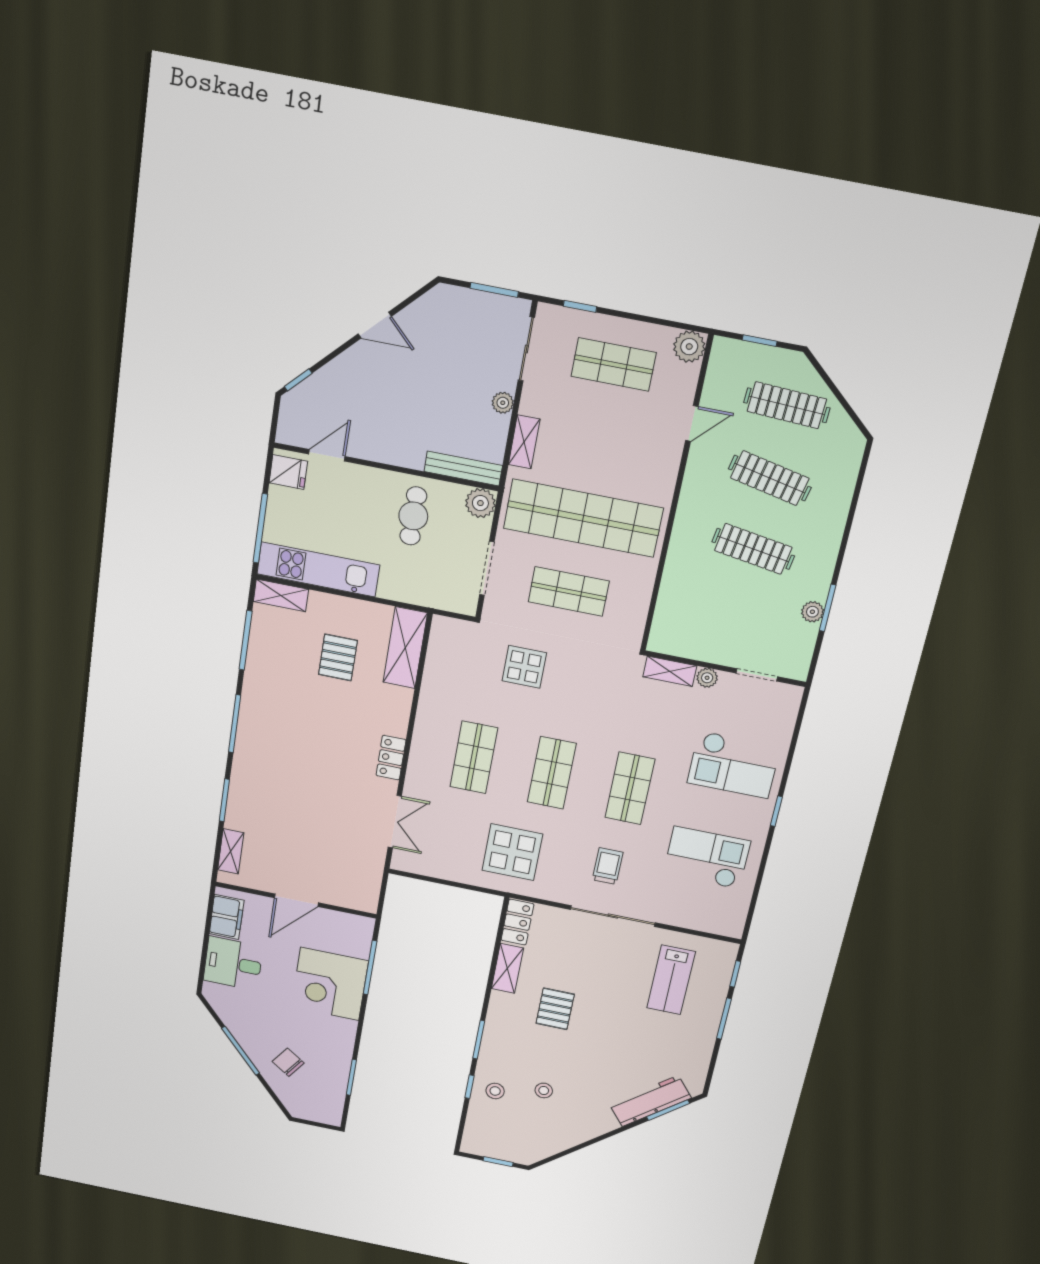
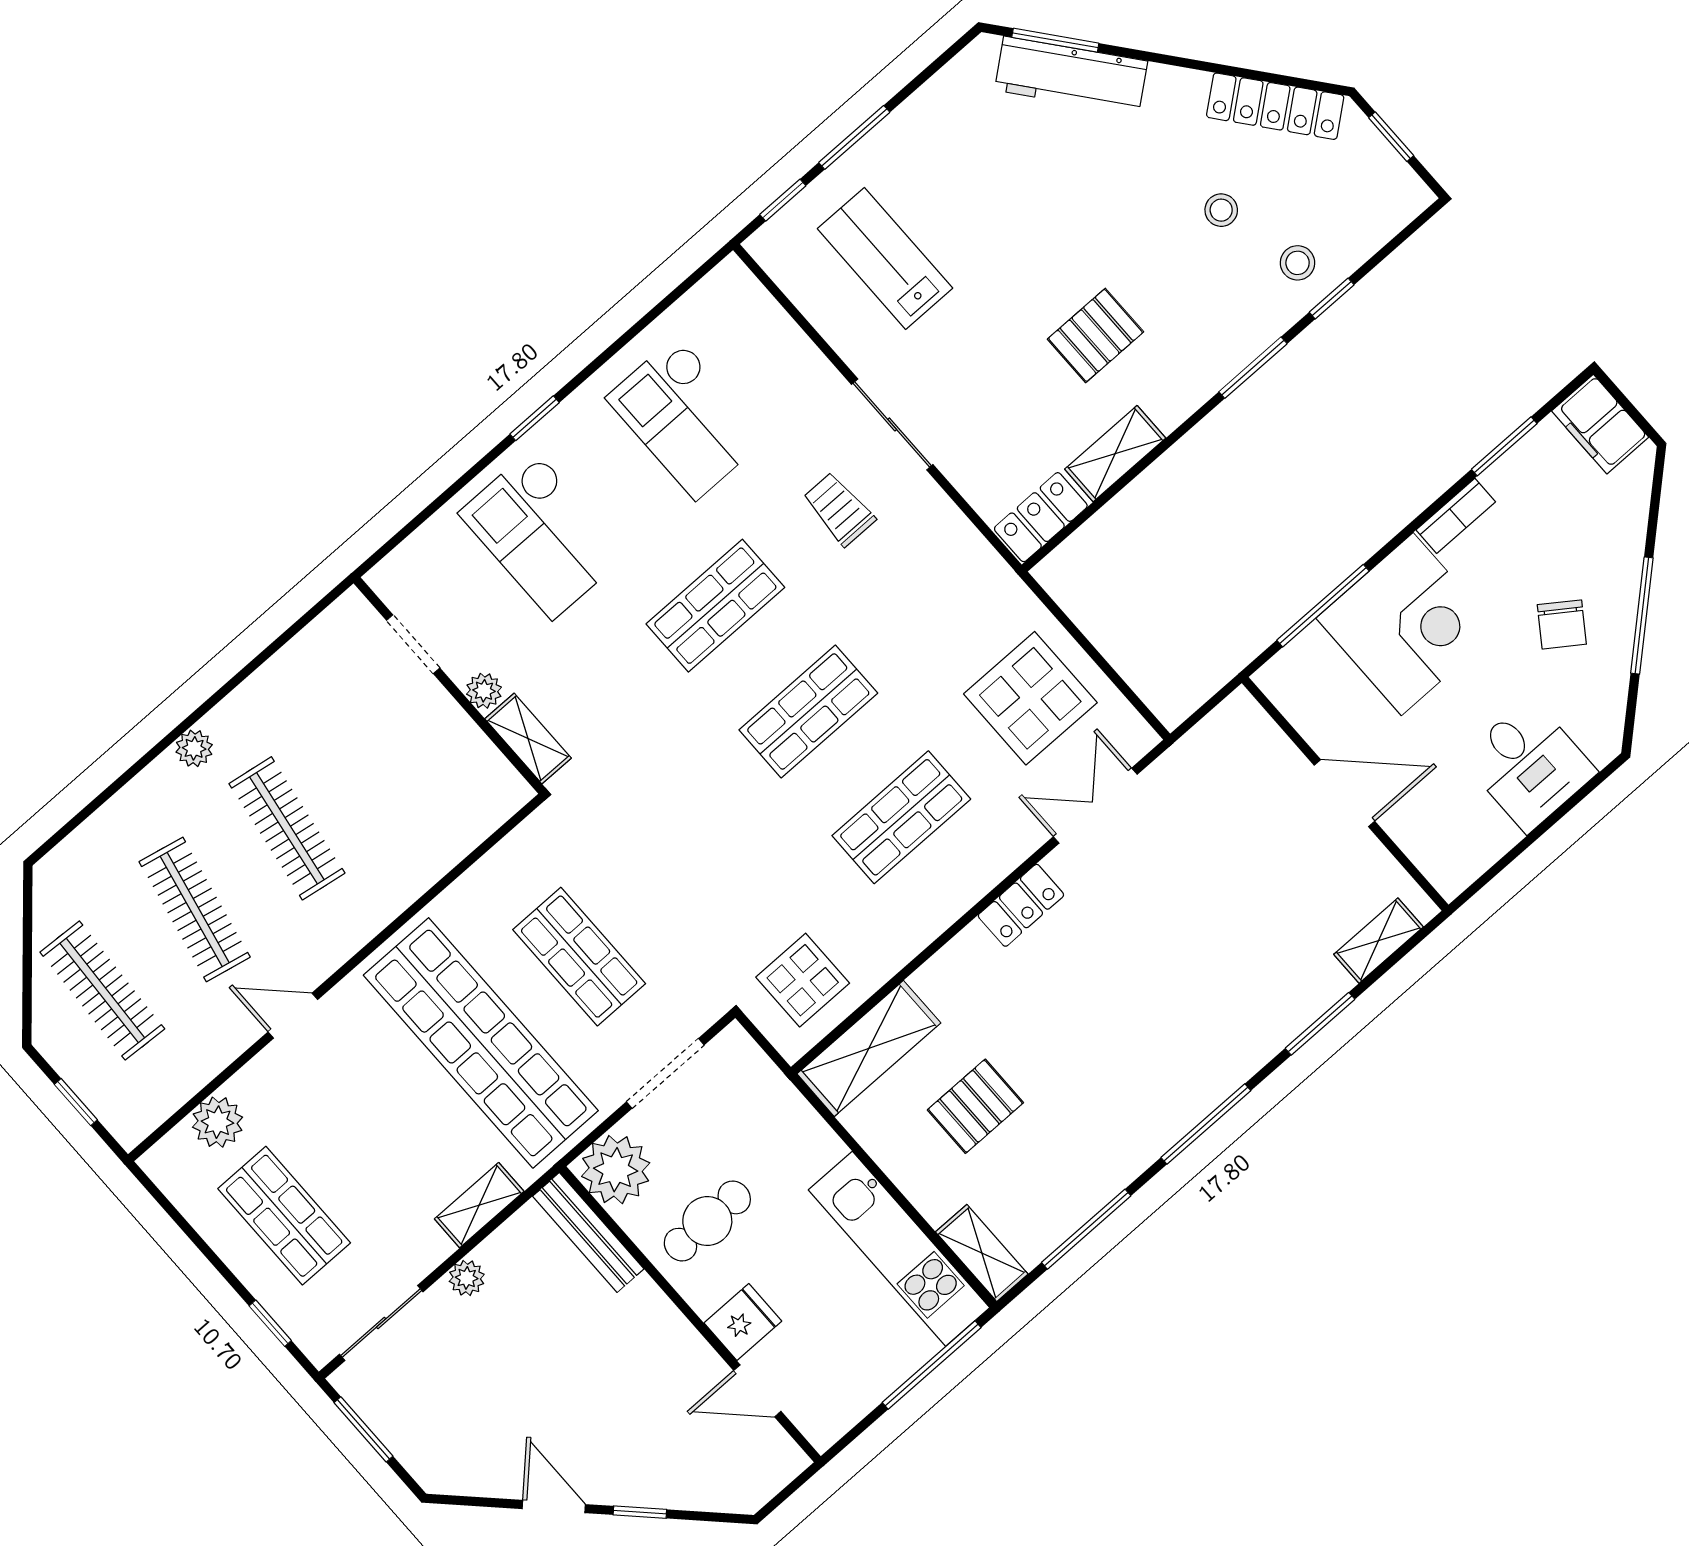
plant: (689, 347) -> (218, 1122), moved
window: (298, 380) -> (640, 1512), moved
door: (692, 423) -> (293, 1016), moved
fridge: (288, 472) -> (743, 1322), moved, turned 90
plant: (480, 503) -> (616, 1170), width x1.36, depth x1.36
window: (828, 608) -> (248, 670), removed
plant: (812, 612) -> (194, 748), moved
display table: (524, 667) -> (803, 980), moved
checkout: (734, 765) -> (543, 534), turned 180
display table: (512, 852) -> (1030, 698), moved
trolley: (608, 866) -> (839, 509), turned 90
sliding door: (613, 916) -> (892, 424), width x0.73
filing cabinet: (227, 917) -> (1600, 424), moved, turned -90
lab bench: (671, 980) -> (885, 258), turned -90
bookcase: (347, 1038) -> (1456, 516), added
chair: (288, 1062) -> (1562, 624), moved
locker: (555, 1143) -> (1275, 106), added

